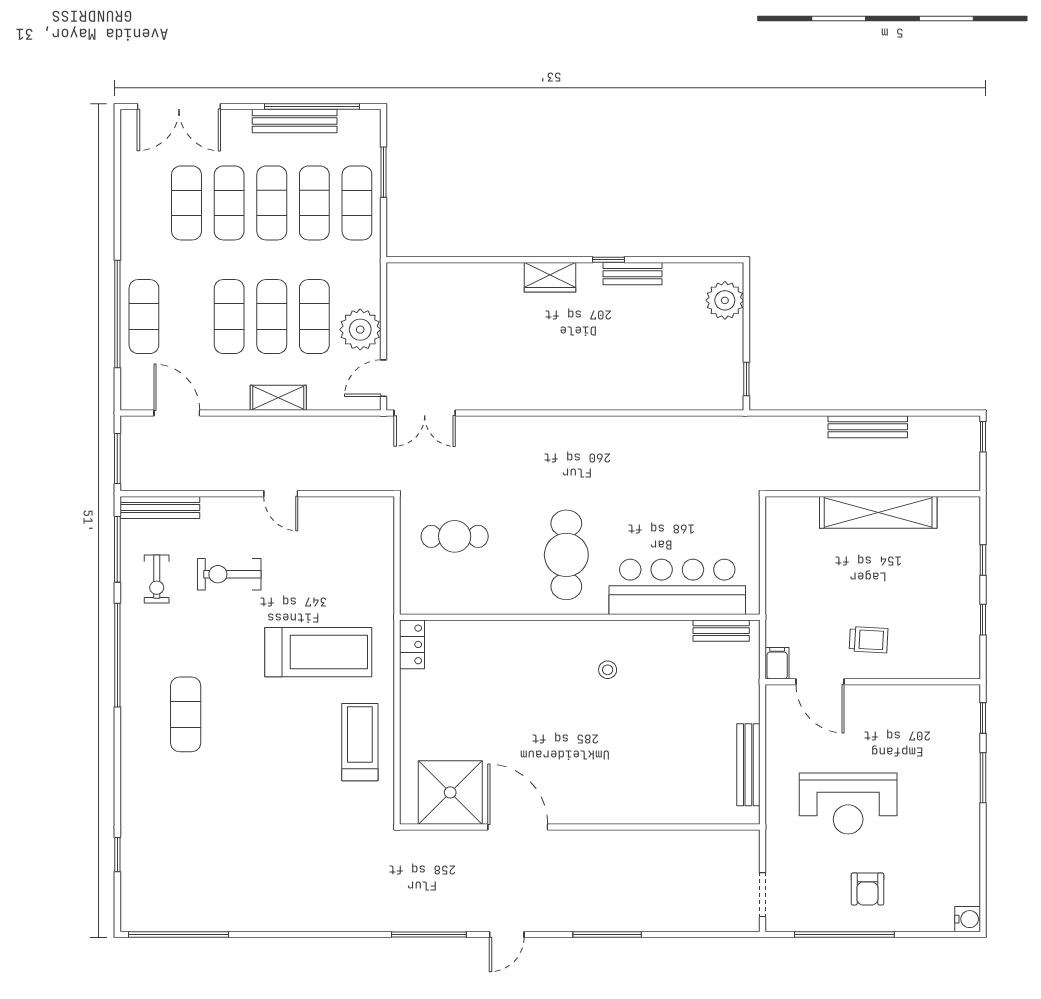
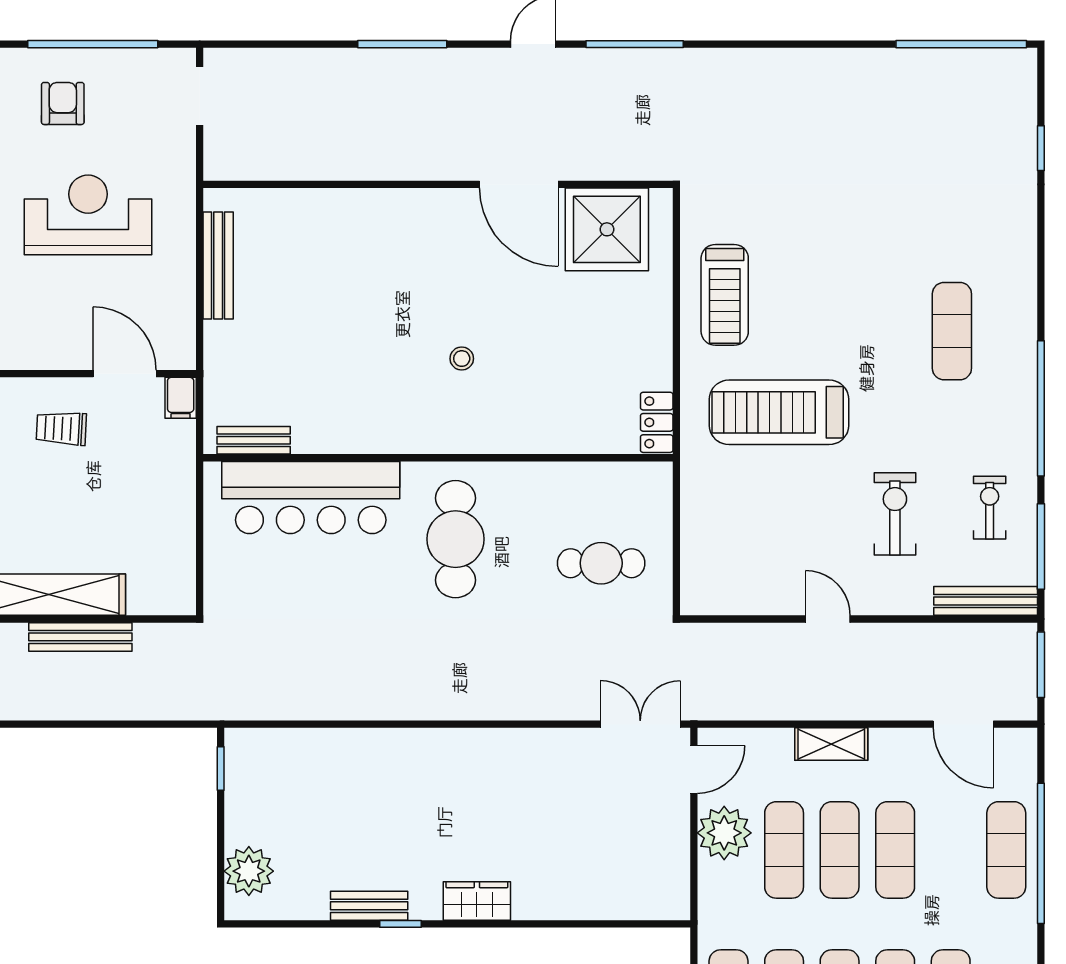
bench: (868, 427) -> (80, 637), moved
exercise bike: (229, 574) -> (895, 514), turned -90
stool: (608, 670) -> (462, 359), moved

